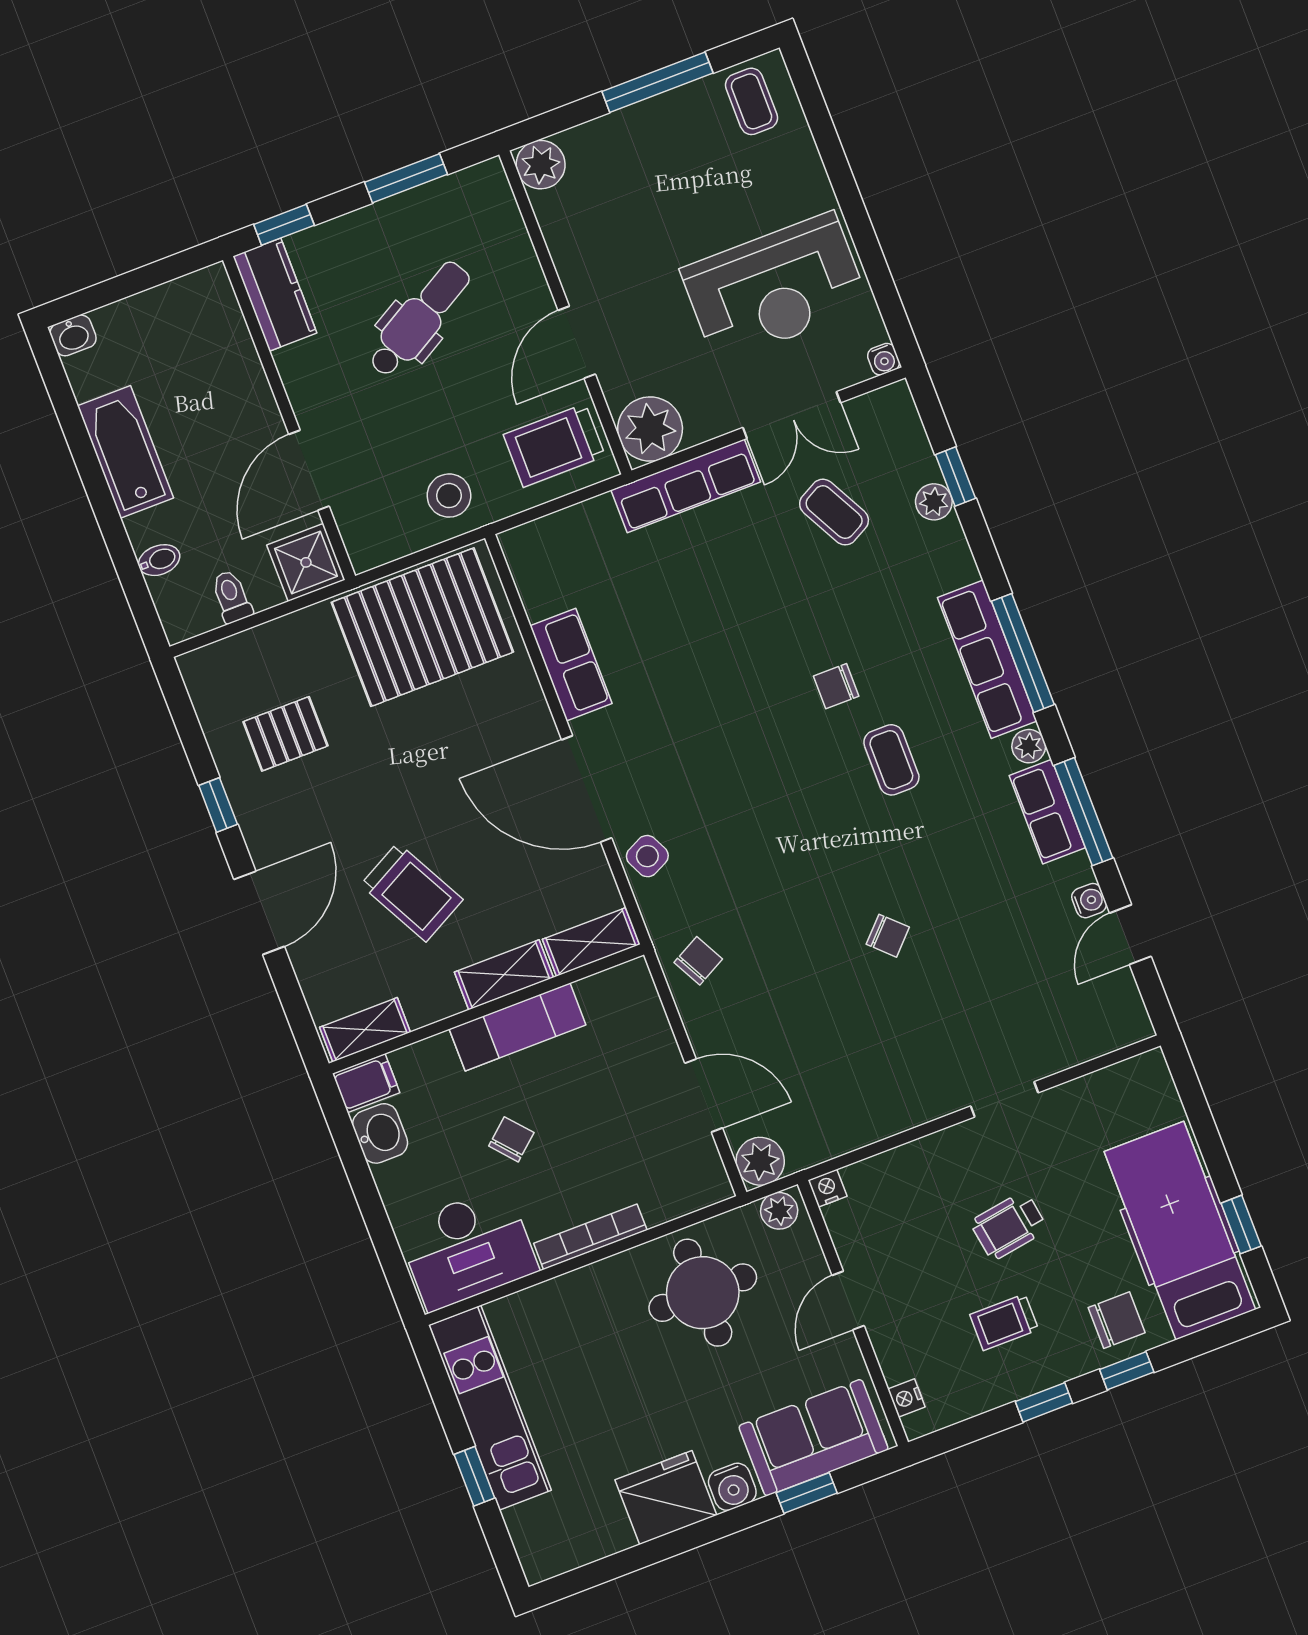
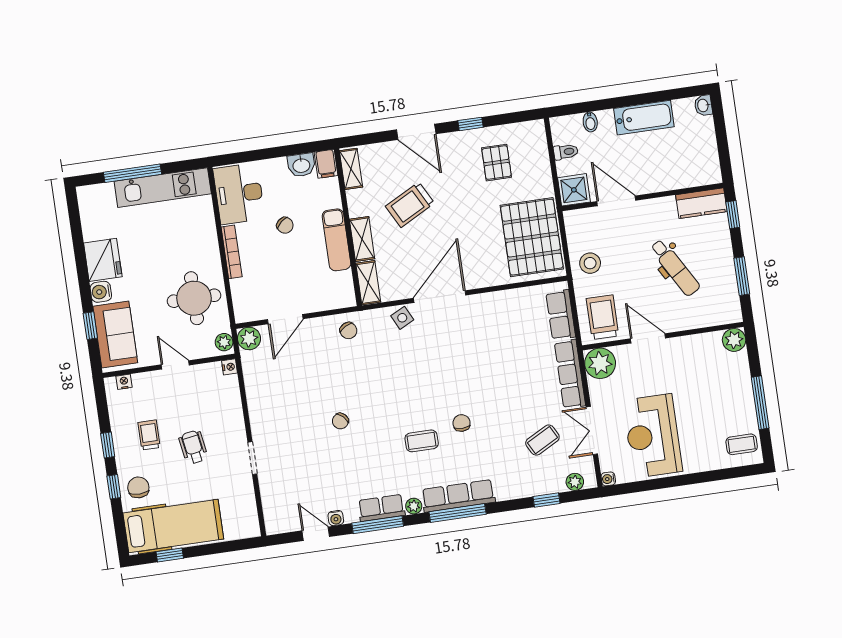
plant: (934, 502) -> (575, 482), moved
row of seats: (571, 665) -> (561, 315), moved, turned 90
chair: (1117, 1320) -> (138, 487), turned 180
window: (474, 1476) -> (132, 173), width x2.17

